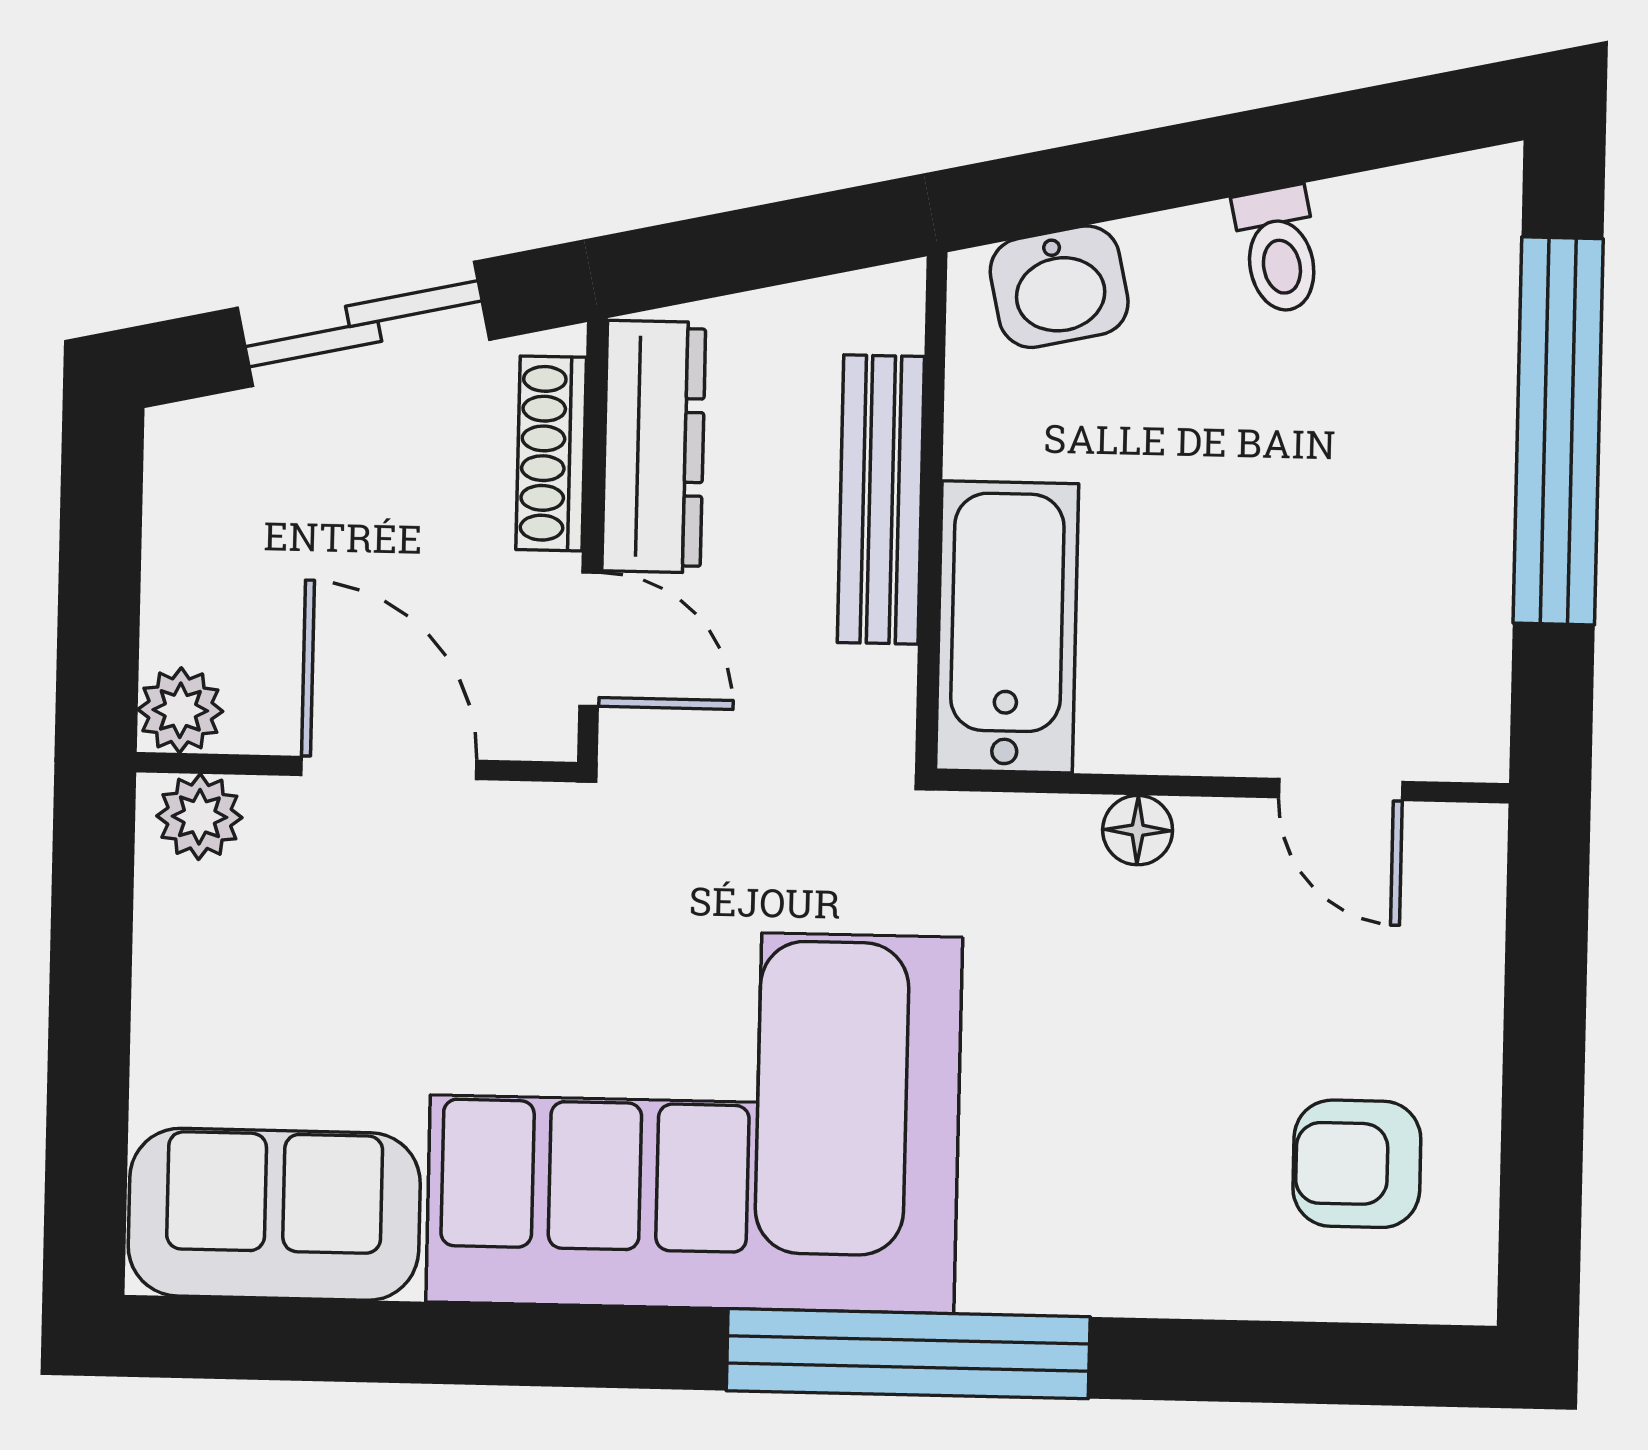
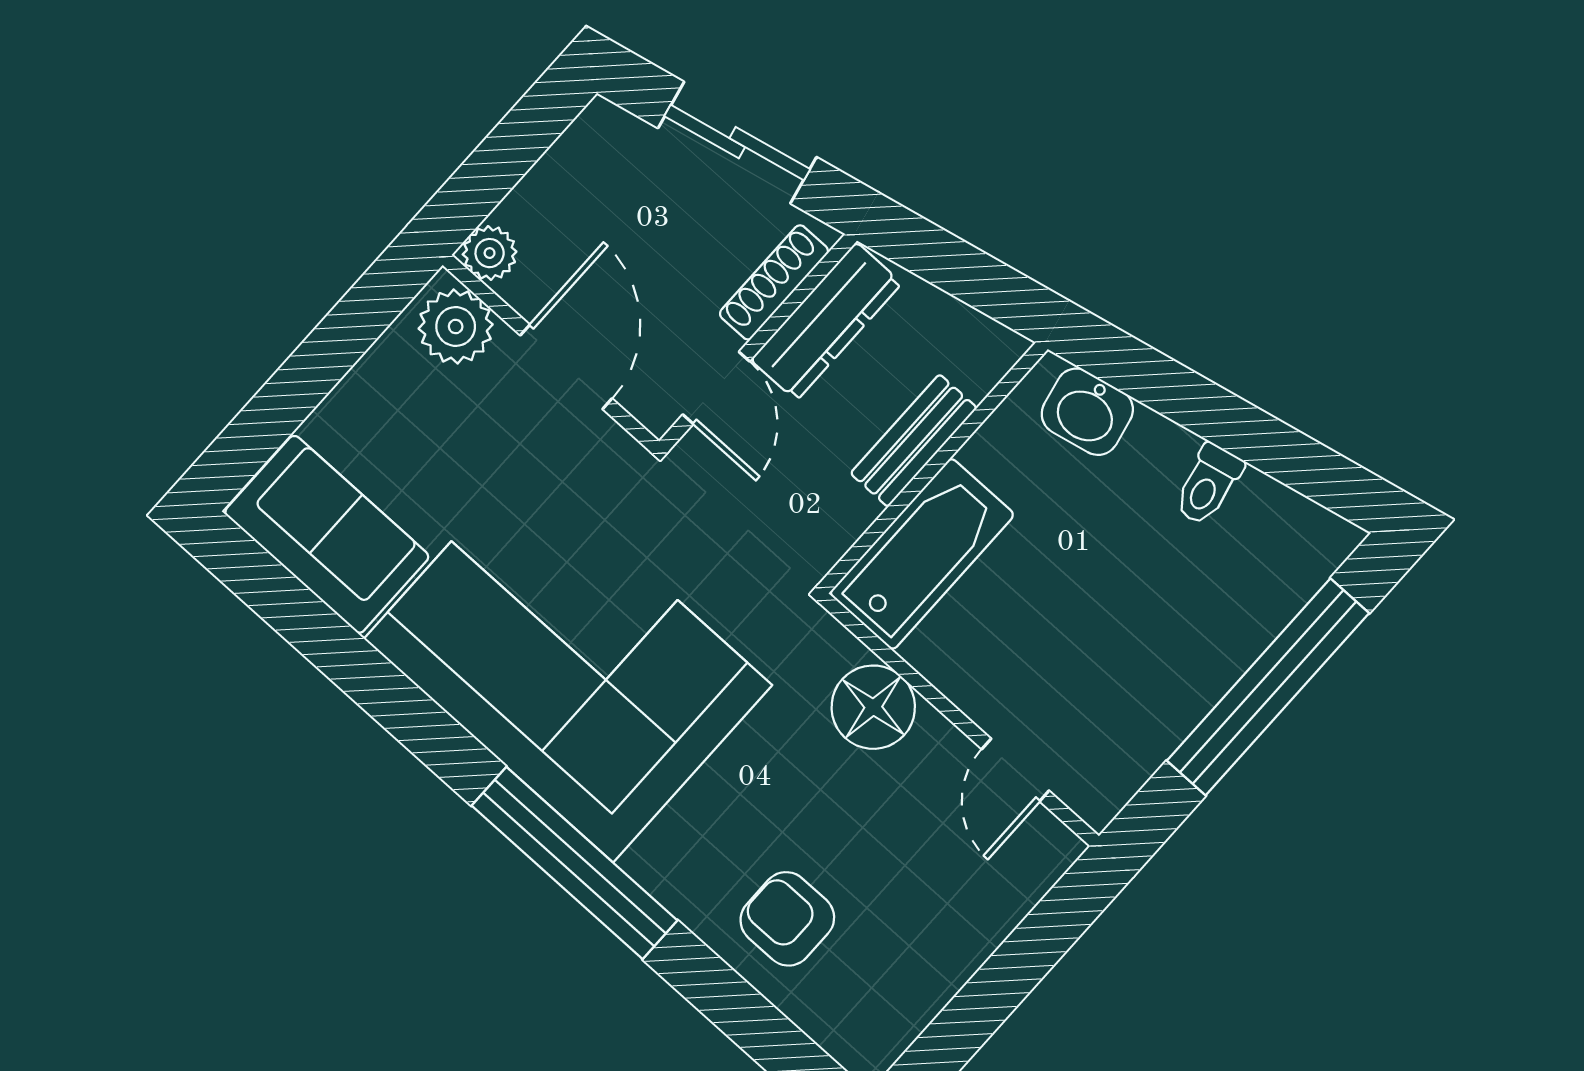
bench: (881, 500) -> (914, 441), width x0.73
plant: (199, 817) -> (456, 327), width x1.38, depth x1.38
floor lamp: (1138, 830) -> (873, 707), width x1.89, depth x1.89
armchair: (1357, 1164) -> (787, 919), moved

